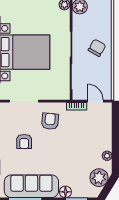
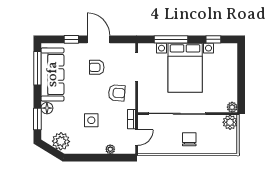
chair: (97, 48) -> (189, 139), turned -120
side table: (78, 147) -> (91, 120), added
plant: (107, 156) -> (110, 149), moved

